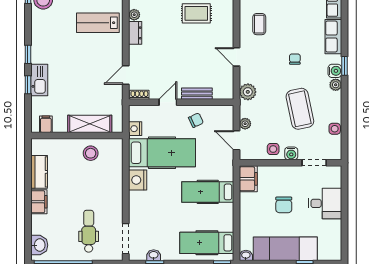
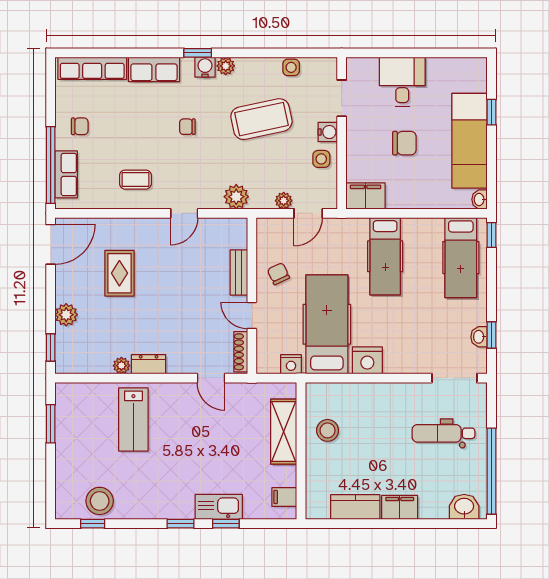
shoe rack: (139, 95) -> (241, 352), width x1.43

